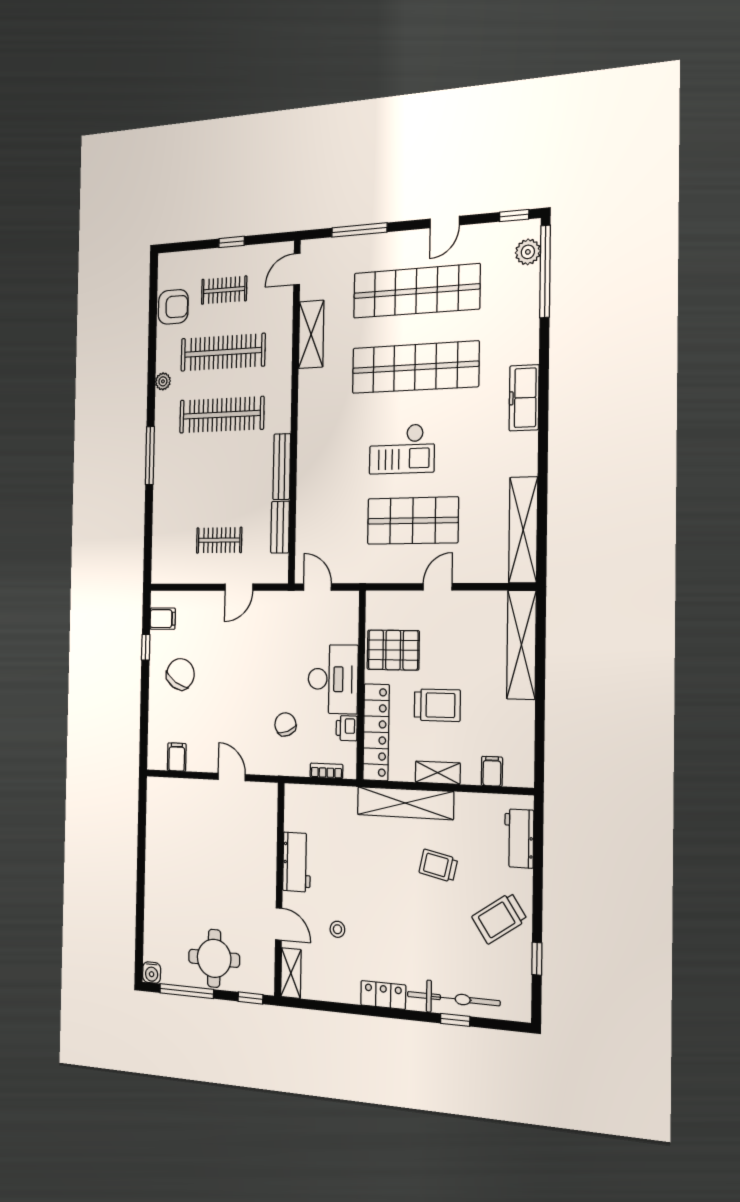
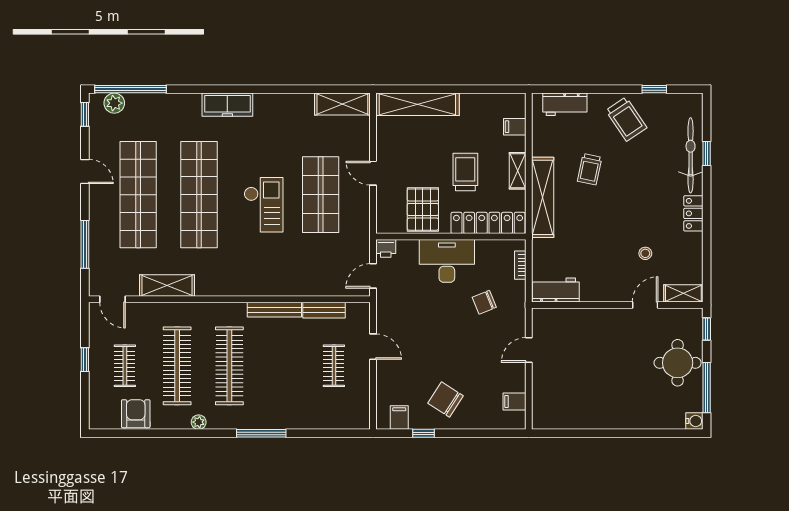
shelving: (523, 530) -> (342, 104), width x0.68
printer: (347, 728) -> (386, 248), moved
workbench: (297, 862) -> (556, 290), moved

